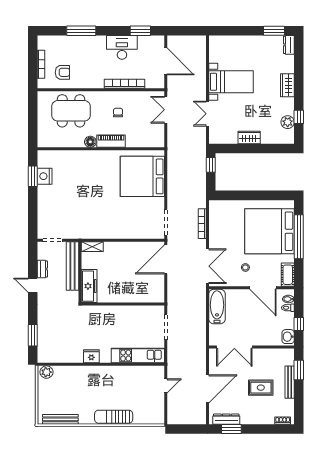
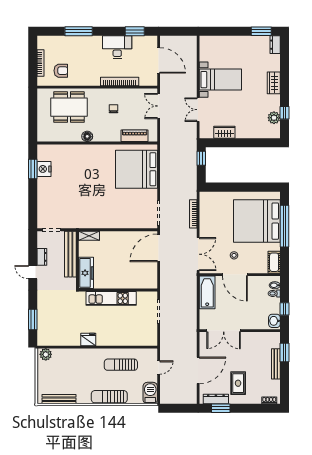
wardrobe: (249, 137) -> (224, 132), moved
piano: (111, 141) -> (135, 136), moved
door: (263, 288) -> (235, 275), moved
kitchen unit: (138, 355) -> (111, 298), moved, turned 180
sun lounger: (126, 383) -> (121, 365), added
rug: (261, 388) -> (238, 383), moved, turned 90
barbecue: (157, 413) -> (150, 393), added

